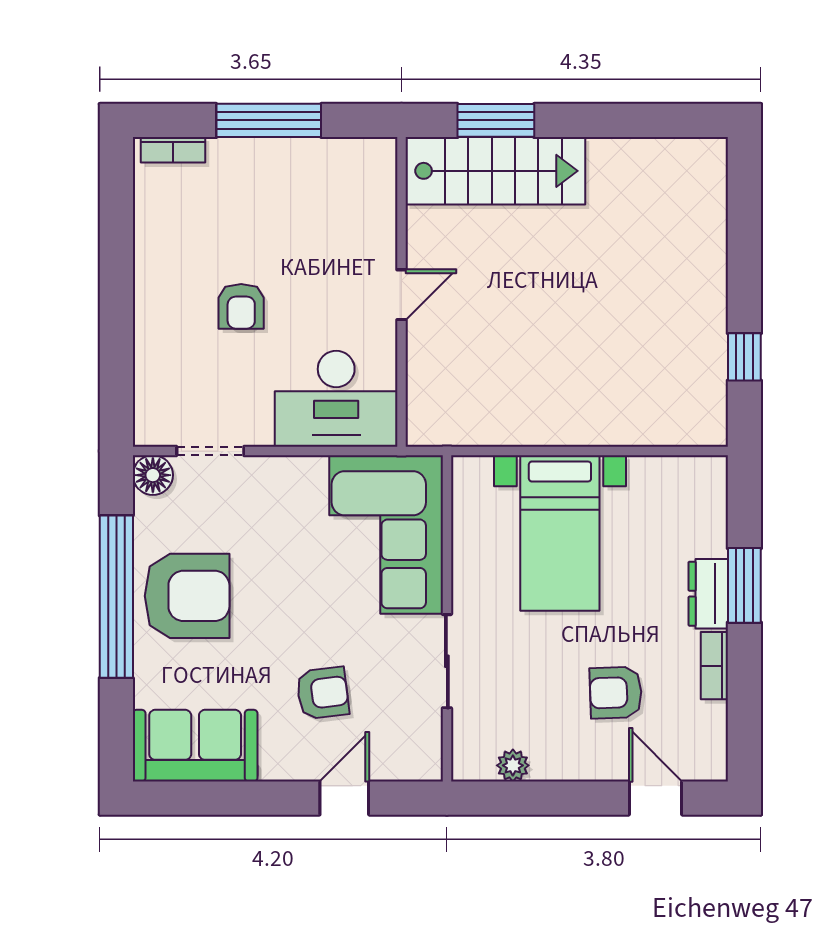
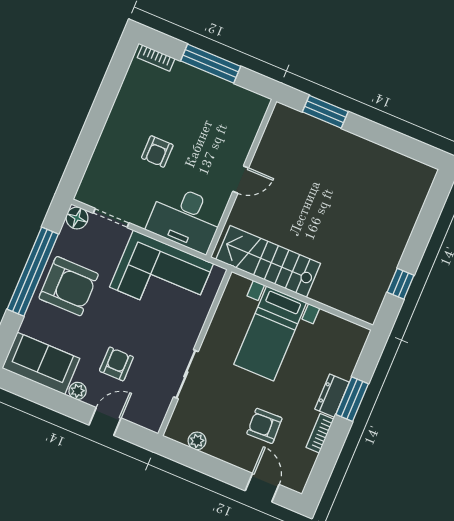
stairs: (495, 171) -> (268, 261), moved, turned 180
corner sofa: (386, 535) -> (162, 275), moved, turned -90
armchair: (323, 693) -> (116, 364), turned -83
plant: (276, 766) -> (78, 391), added

